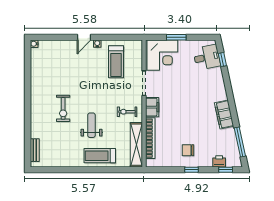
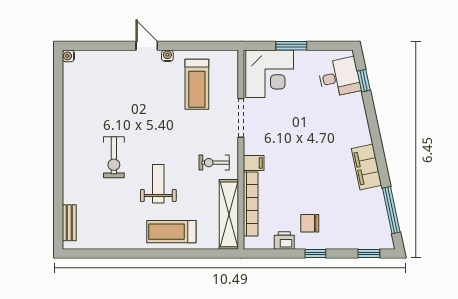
door: (84, 37) -> (147, 46), swing flipped
filing cabinet: (152, 107) -> (254, 163), width x0.50
printer: (219, 161) -> (284, 240), moved

